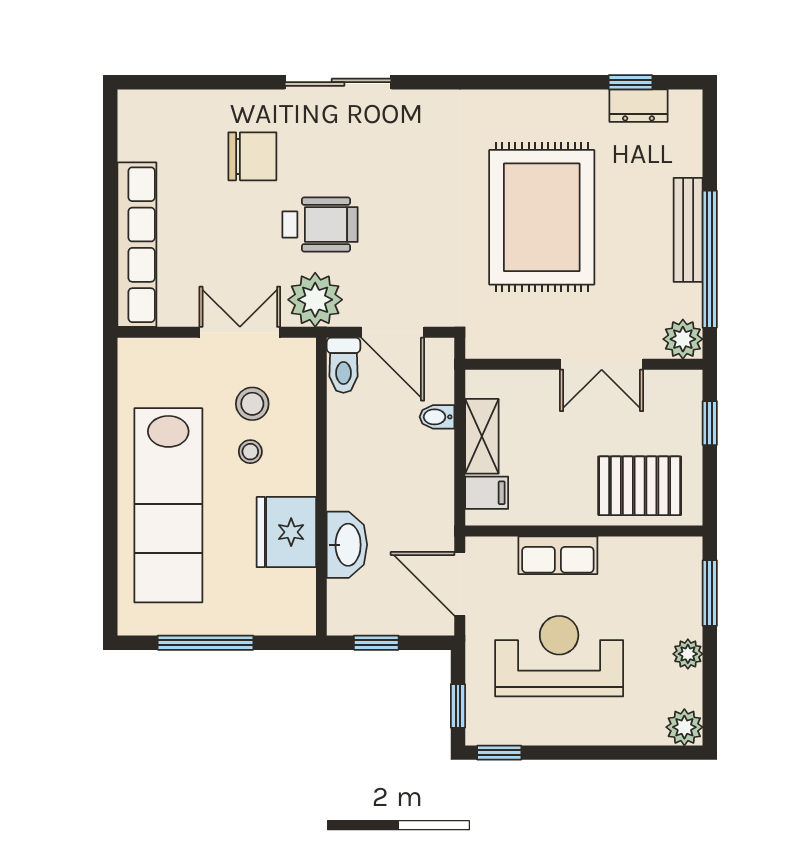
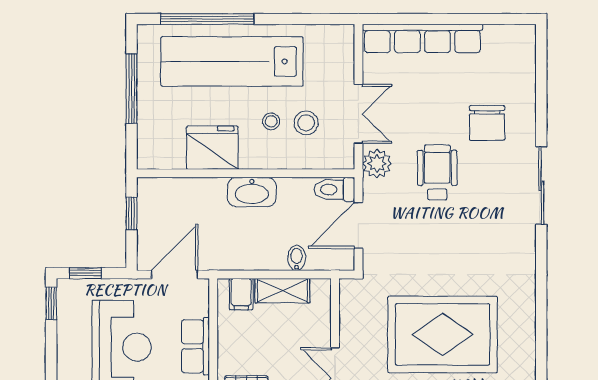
wheelchair: (320, 224) -> (437, 172), turned 180
plant: (315, 300) -> (377, 163), width x0.73, depth x0.73
window: (110, 539) -> (207, 19), added
washbasin: (347, 545) -> (252, 192), moved

